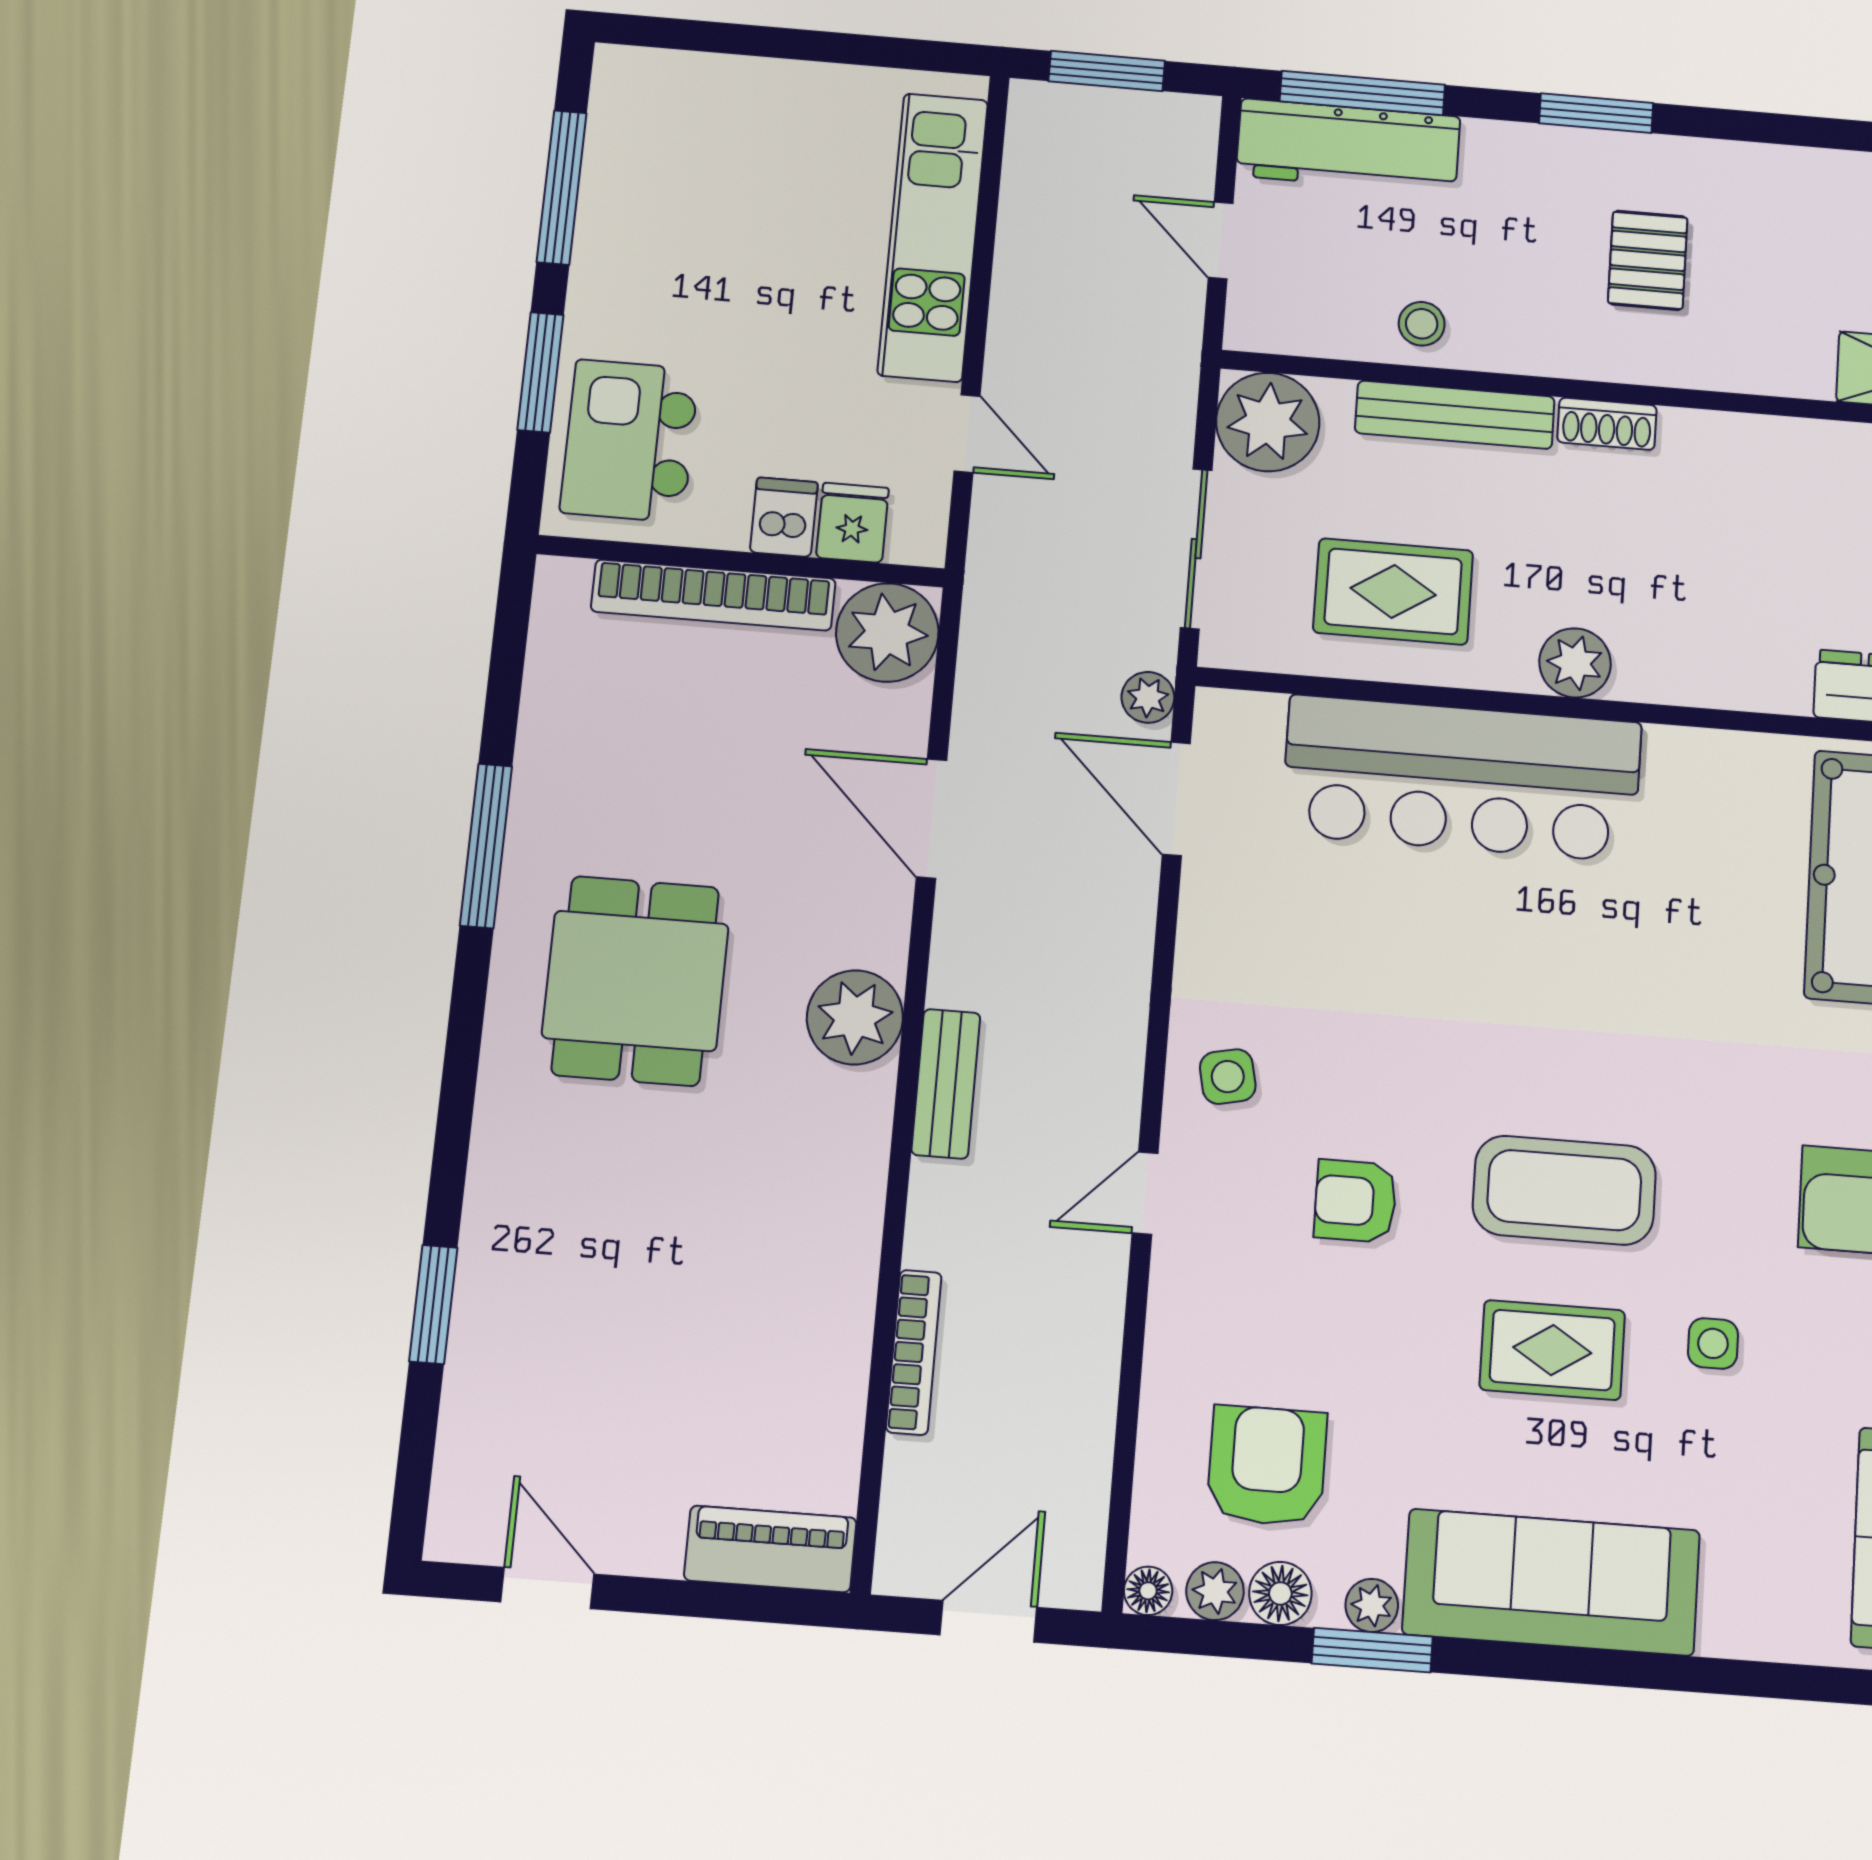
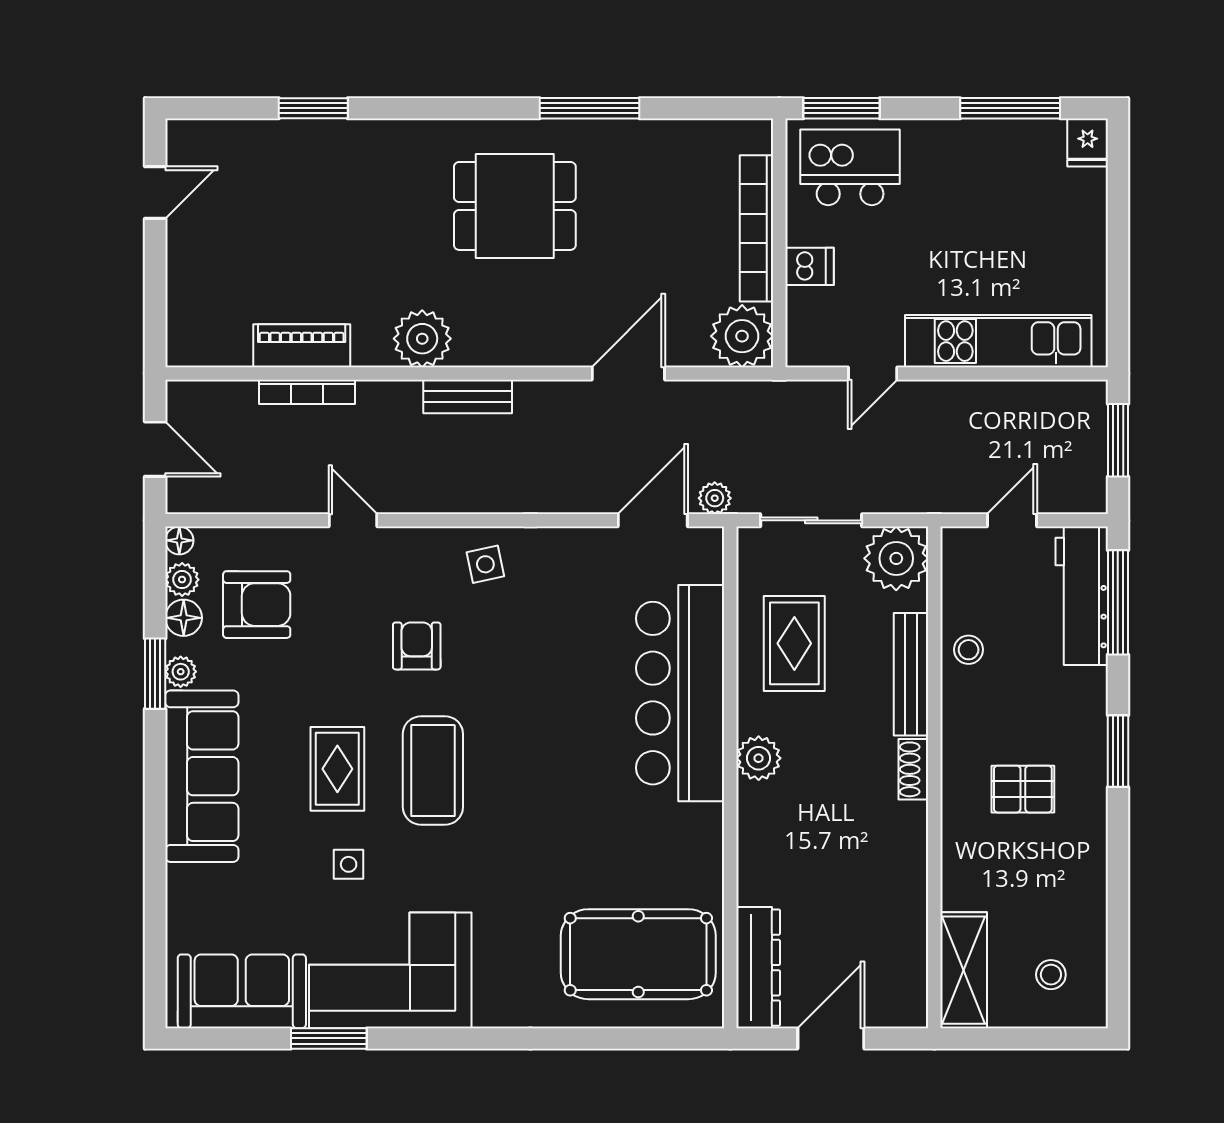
window: (540, 372) -> (841, 108), moved
fridge: (852, 523) -> (1088, 143), moved, turned 90
plant: (855, 1017) -> (422, 339), moved
door: (1145, 1193) -> (353, 520), moved
piano: (770, 1549) -> (302, 346), moved, turned -90

